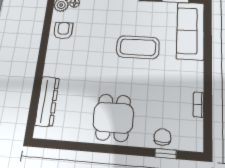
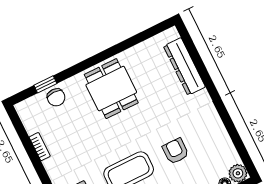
armchair: (63, 31) -> (176, 151), moved, turned 180

